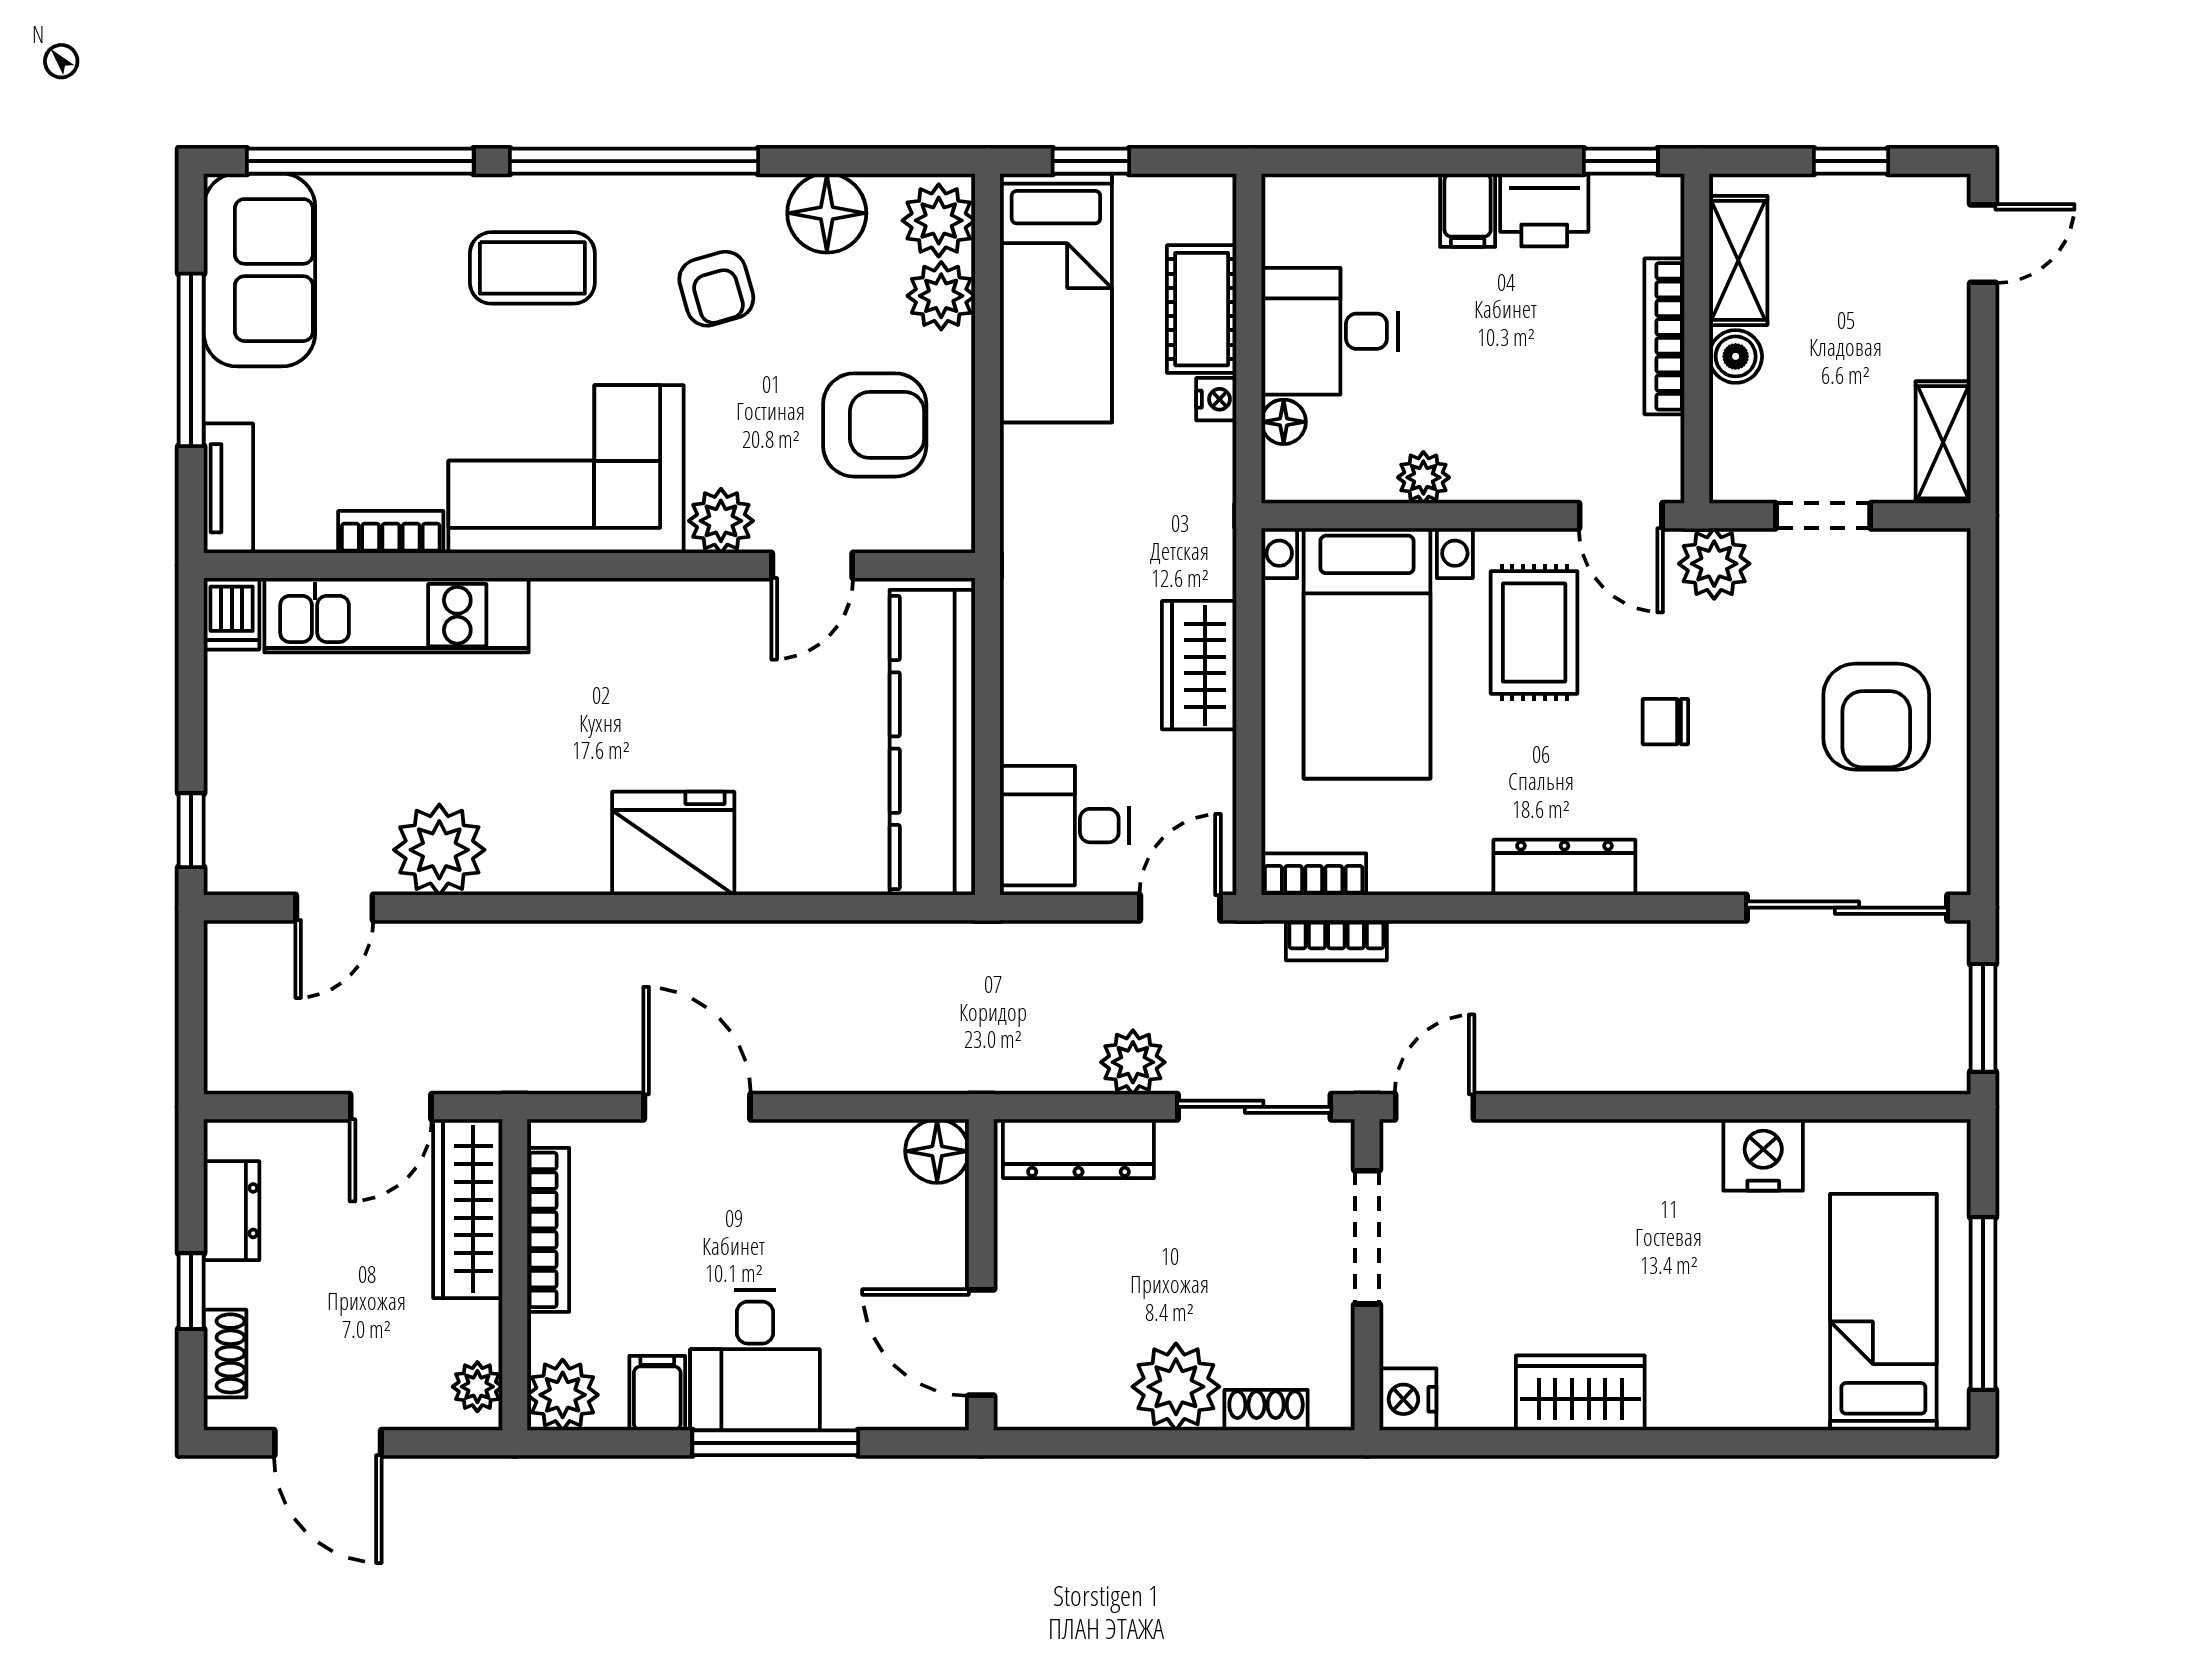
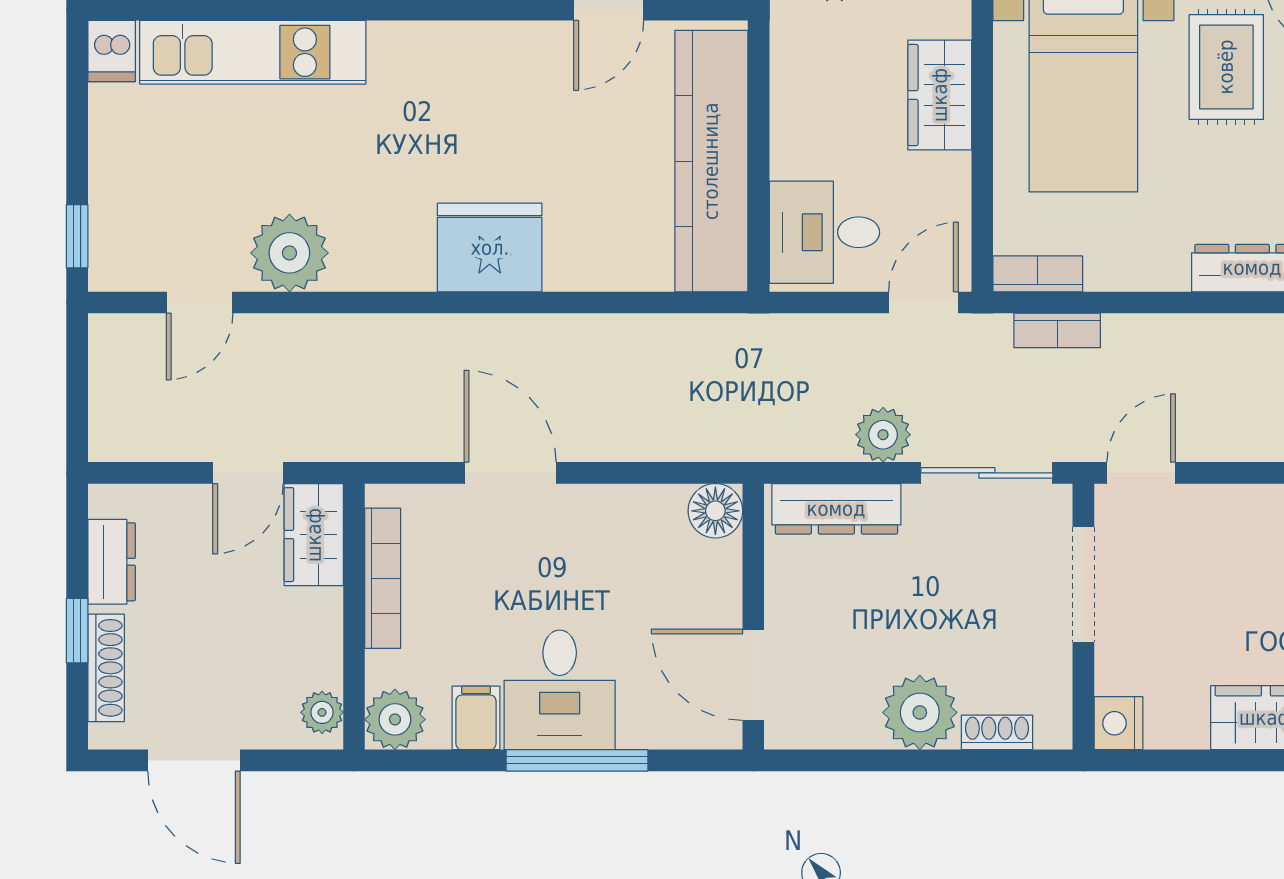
wardrobe: (468, 1209) -> (314, 535), width x0.67
shoe rack: (225, 1353) -> (106, 668), width x1.43

